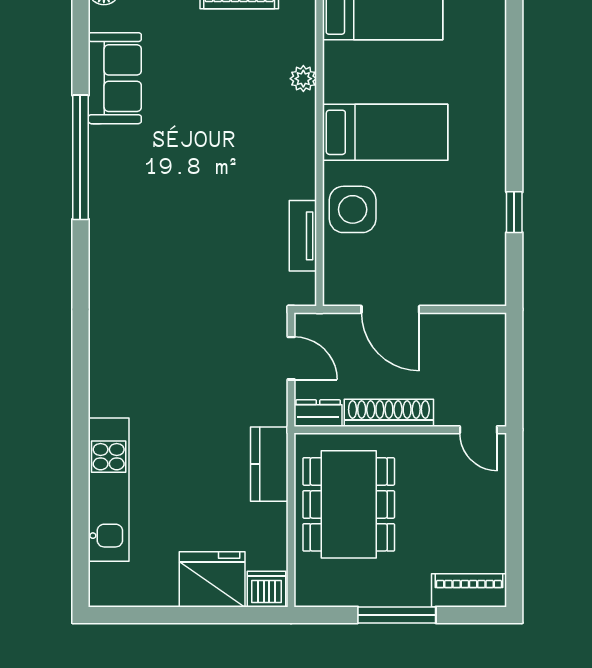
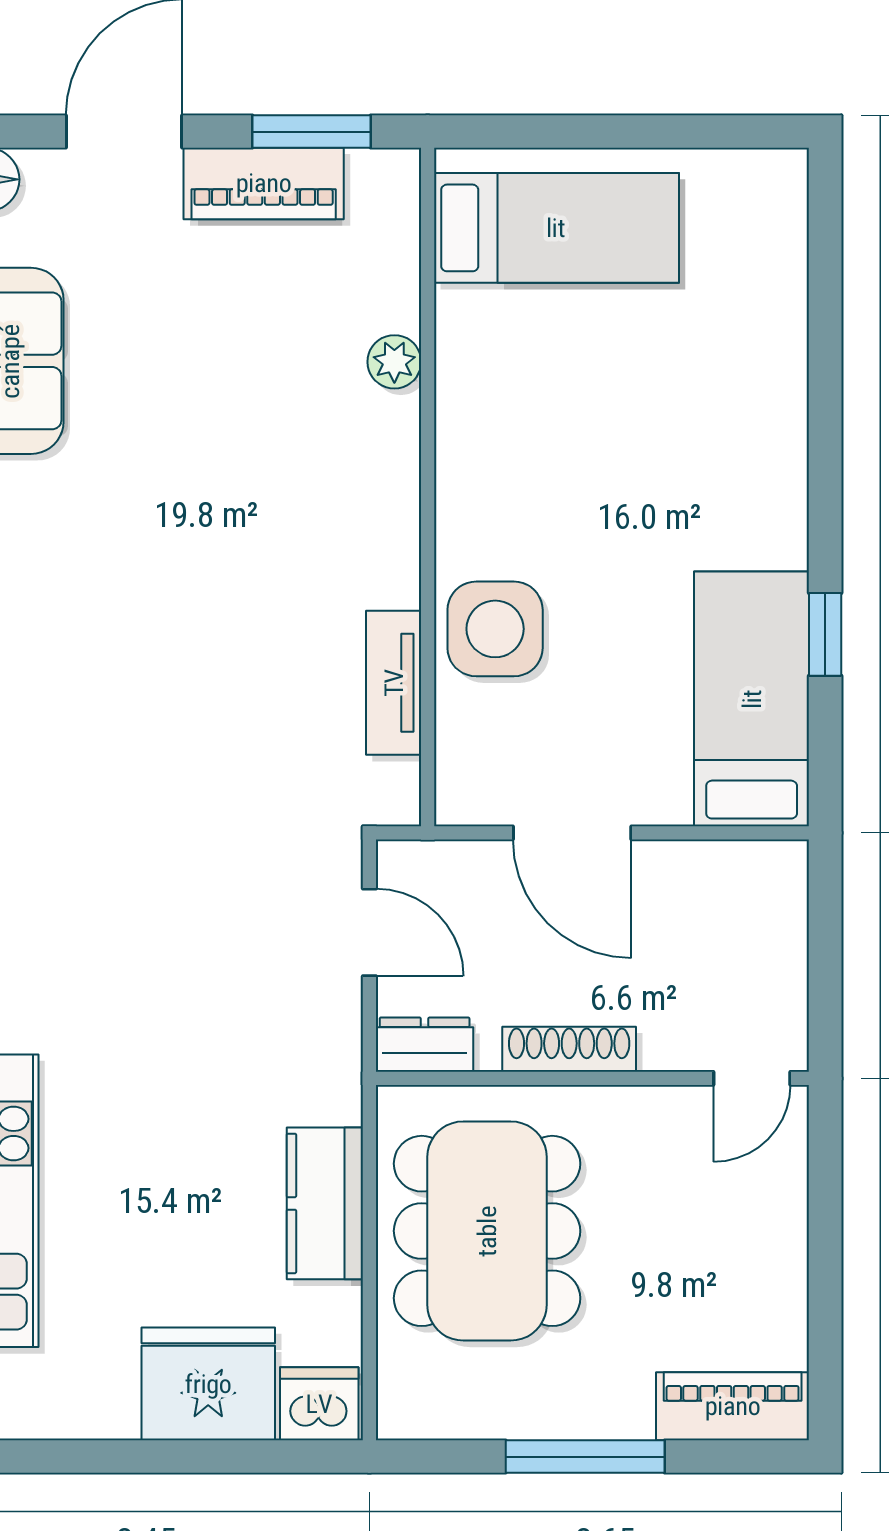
bed: (385, 132) -> (752, 699), moved, turned -90
shoe rack: (389, 413) -> (569, 1049), width x0.74, depth x0.81
door: (478, 430) -> (752, 1078), hinge flipped
kitchen counter: (269, 464) -> (325, 1203), moved

